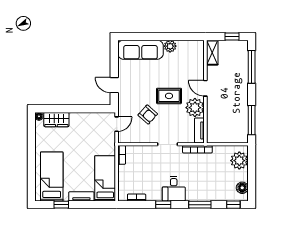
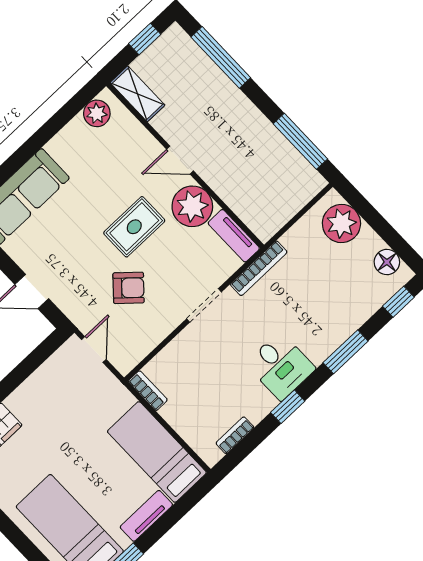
plant: (170, 46) -> (97, 113), moved

